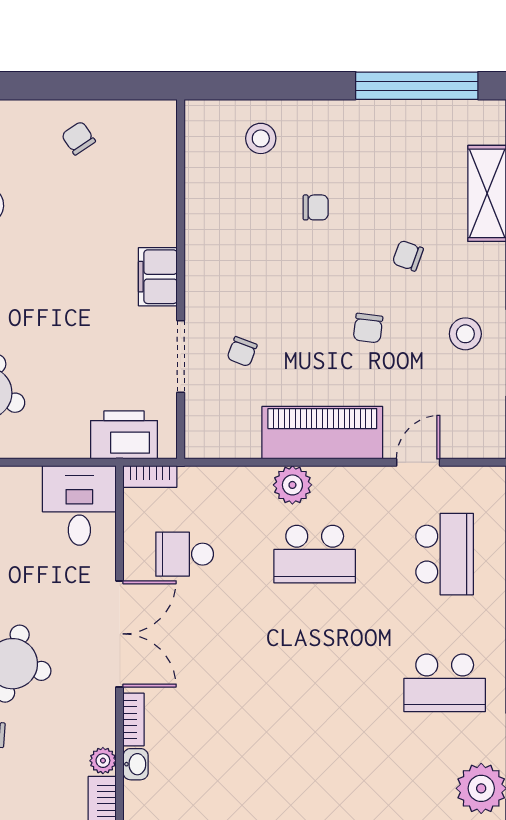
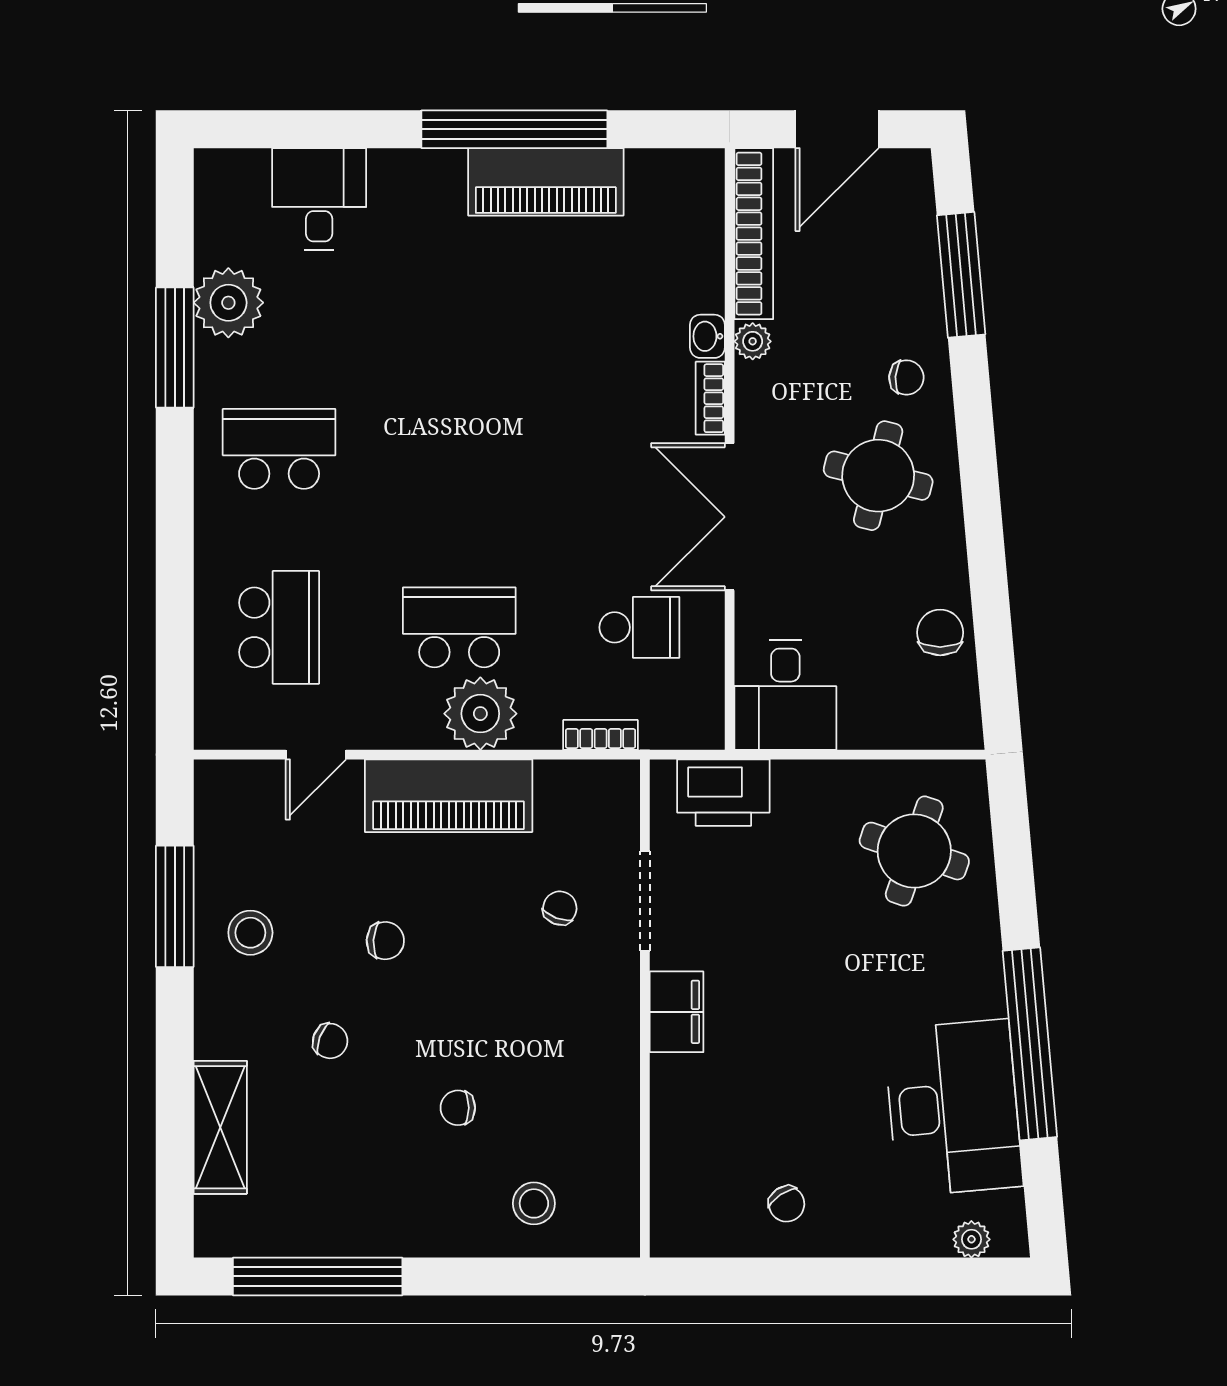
chair: (368, 328) -> (385, 941), turned 86
bookcase: (150, 477) -> (601, 735), moved
plant: (292, 485) -> (480, 714), width x1.36, depth x1.36
school desk: (445, 554) -> (279, 627), turned 180

